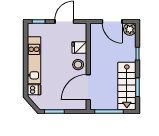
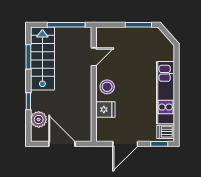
plant: (130, 29) -> (39, 119), moved
door: (88, 87) -> (94, 57), width x0.53
dishwasher: (34, 90) -> (166, 132), moved

